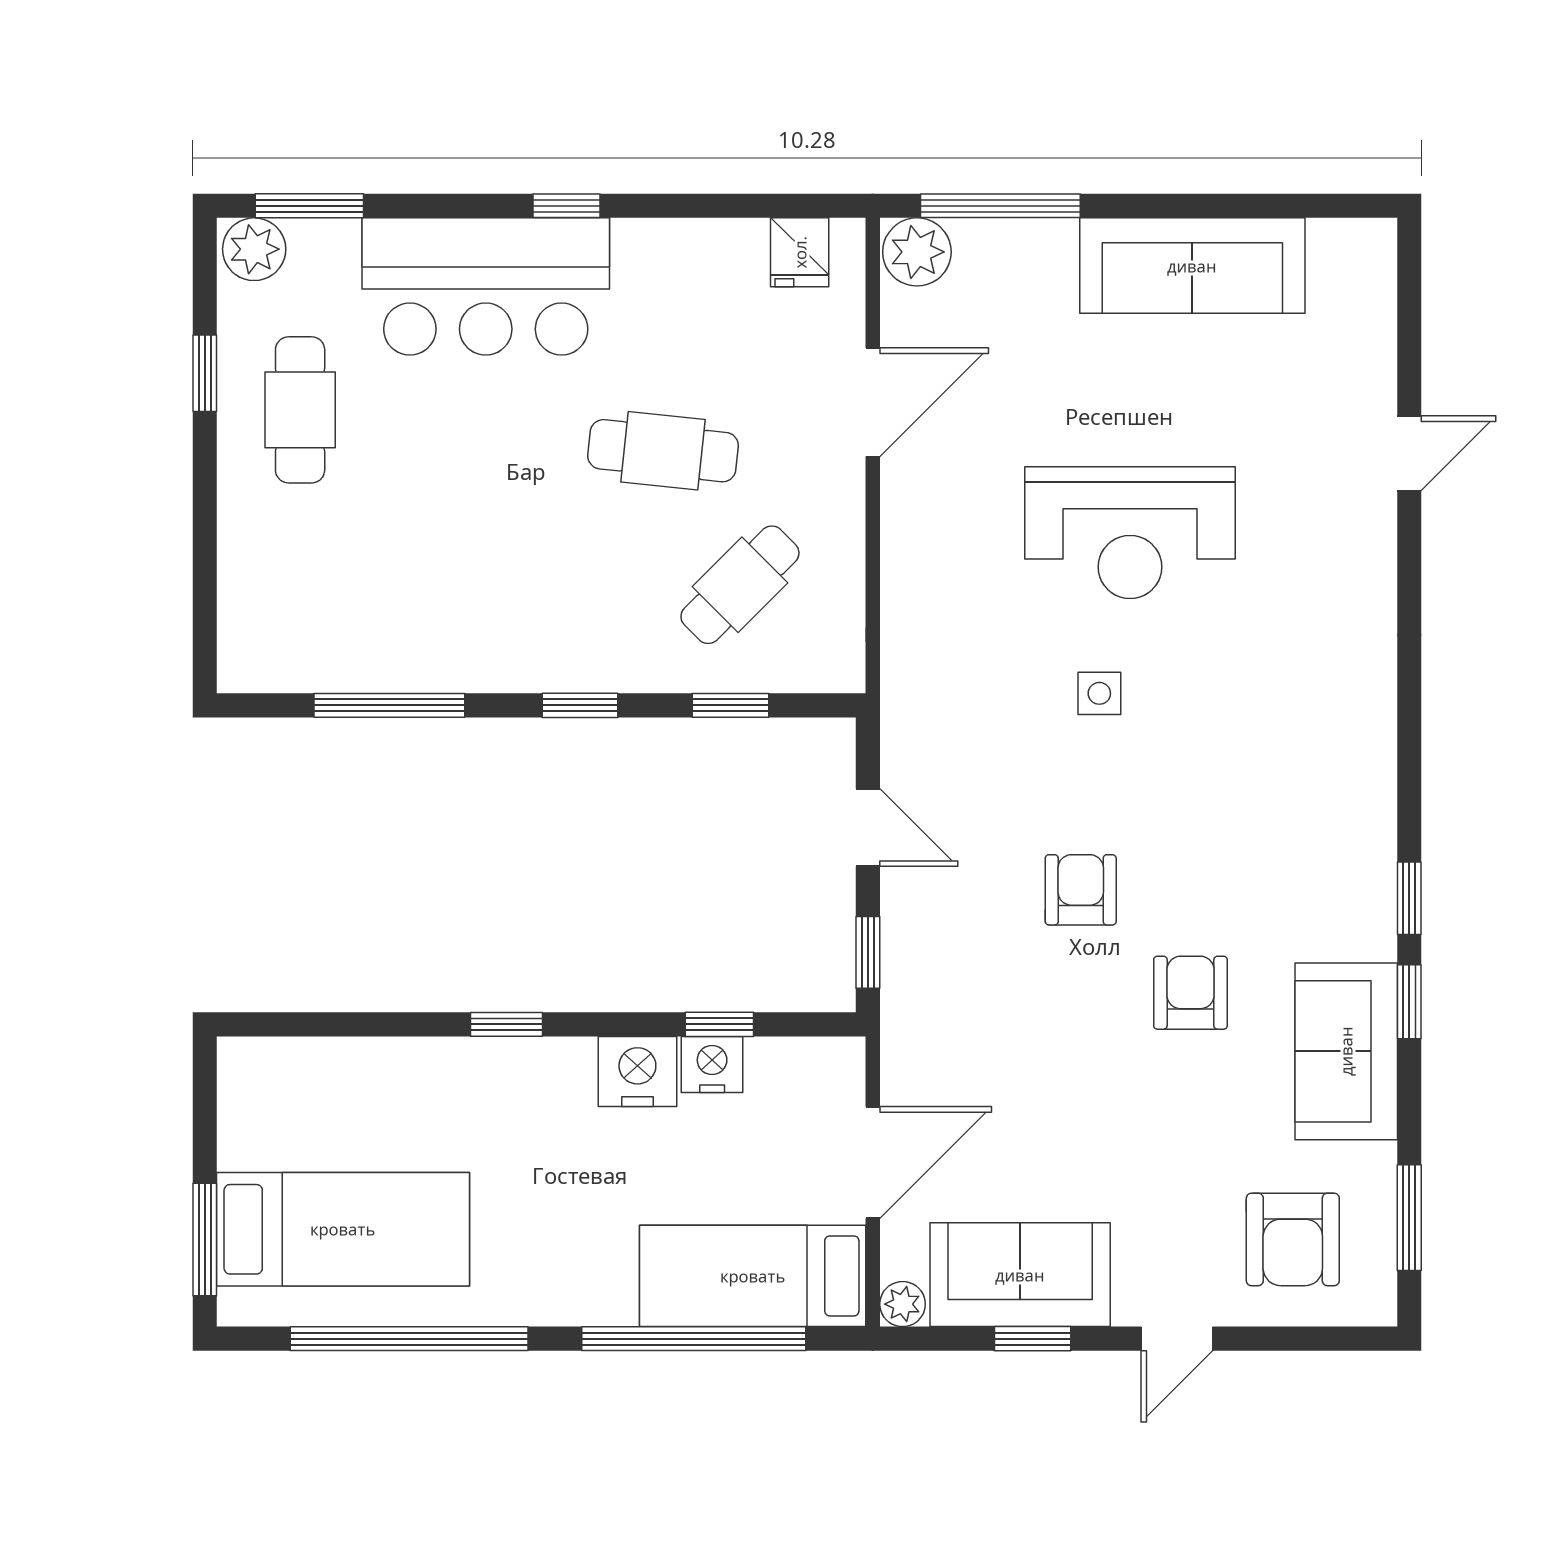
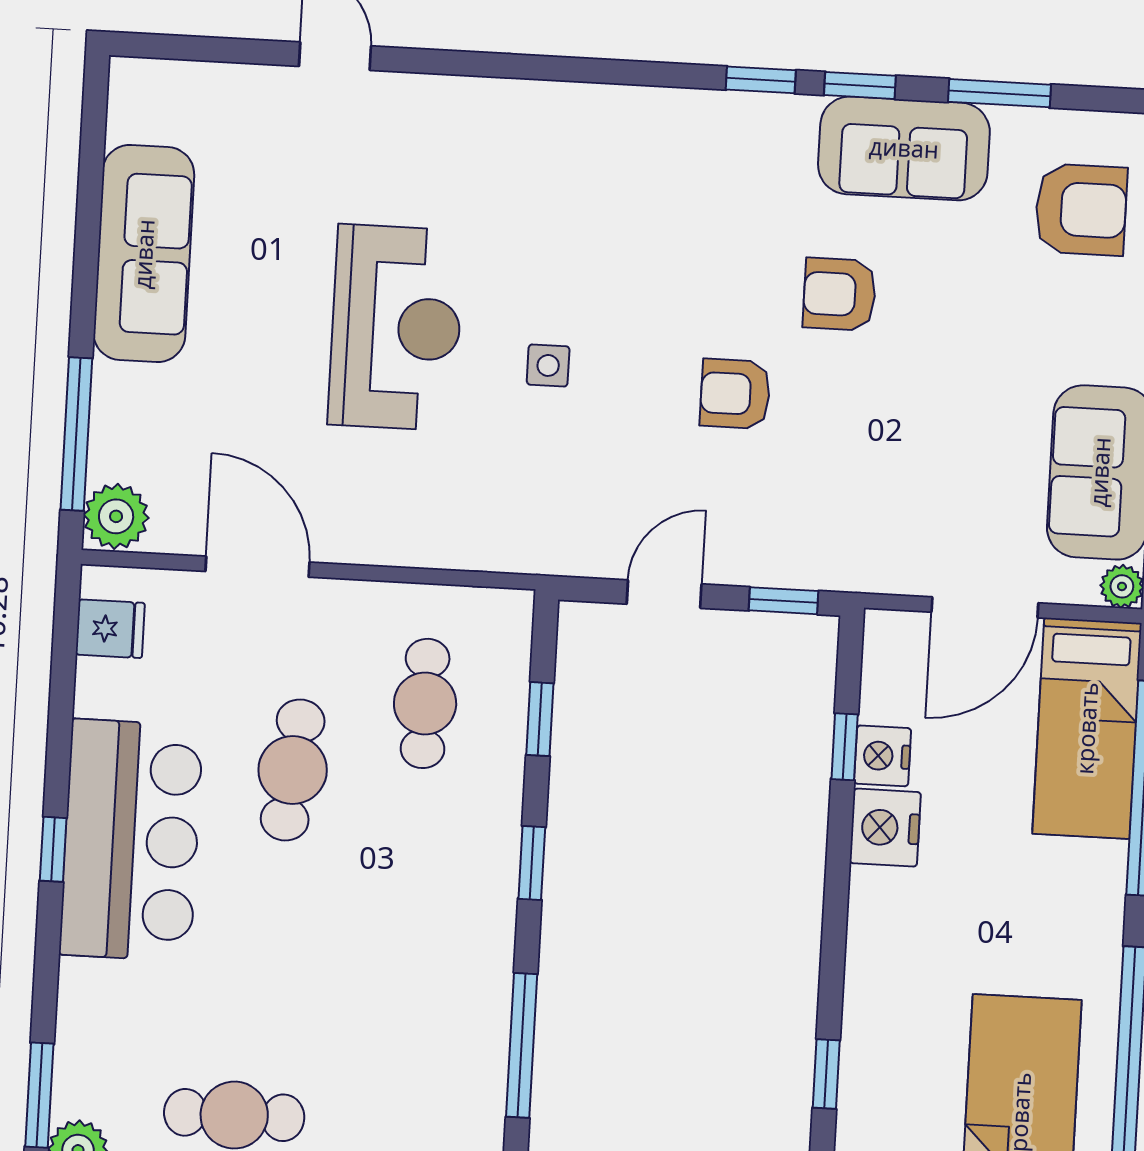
bar counter: (486, 286) -> (131, 840), moved
cafe table: (740, 585) -> (425, 703), turned 45
window: (507, 1024) -> (826, 1074), moved
door: (873, 1163) -> (985, 607), swing flipped
window: (1409, 1218) -> (999, 93), moved

